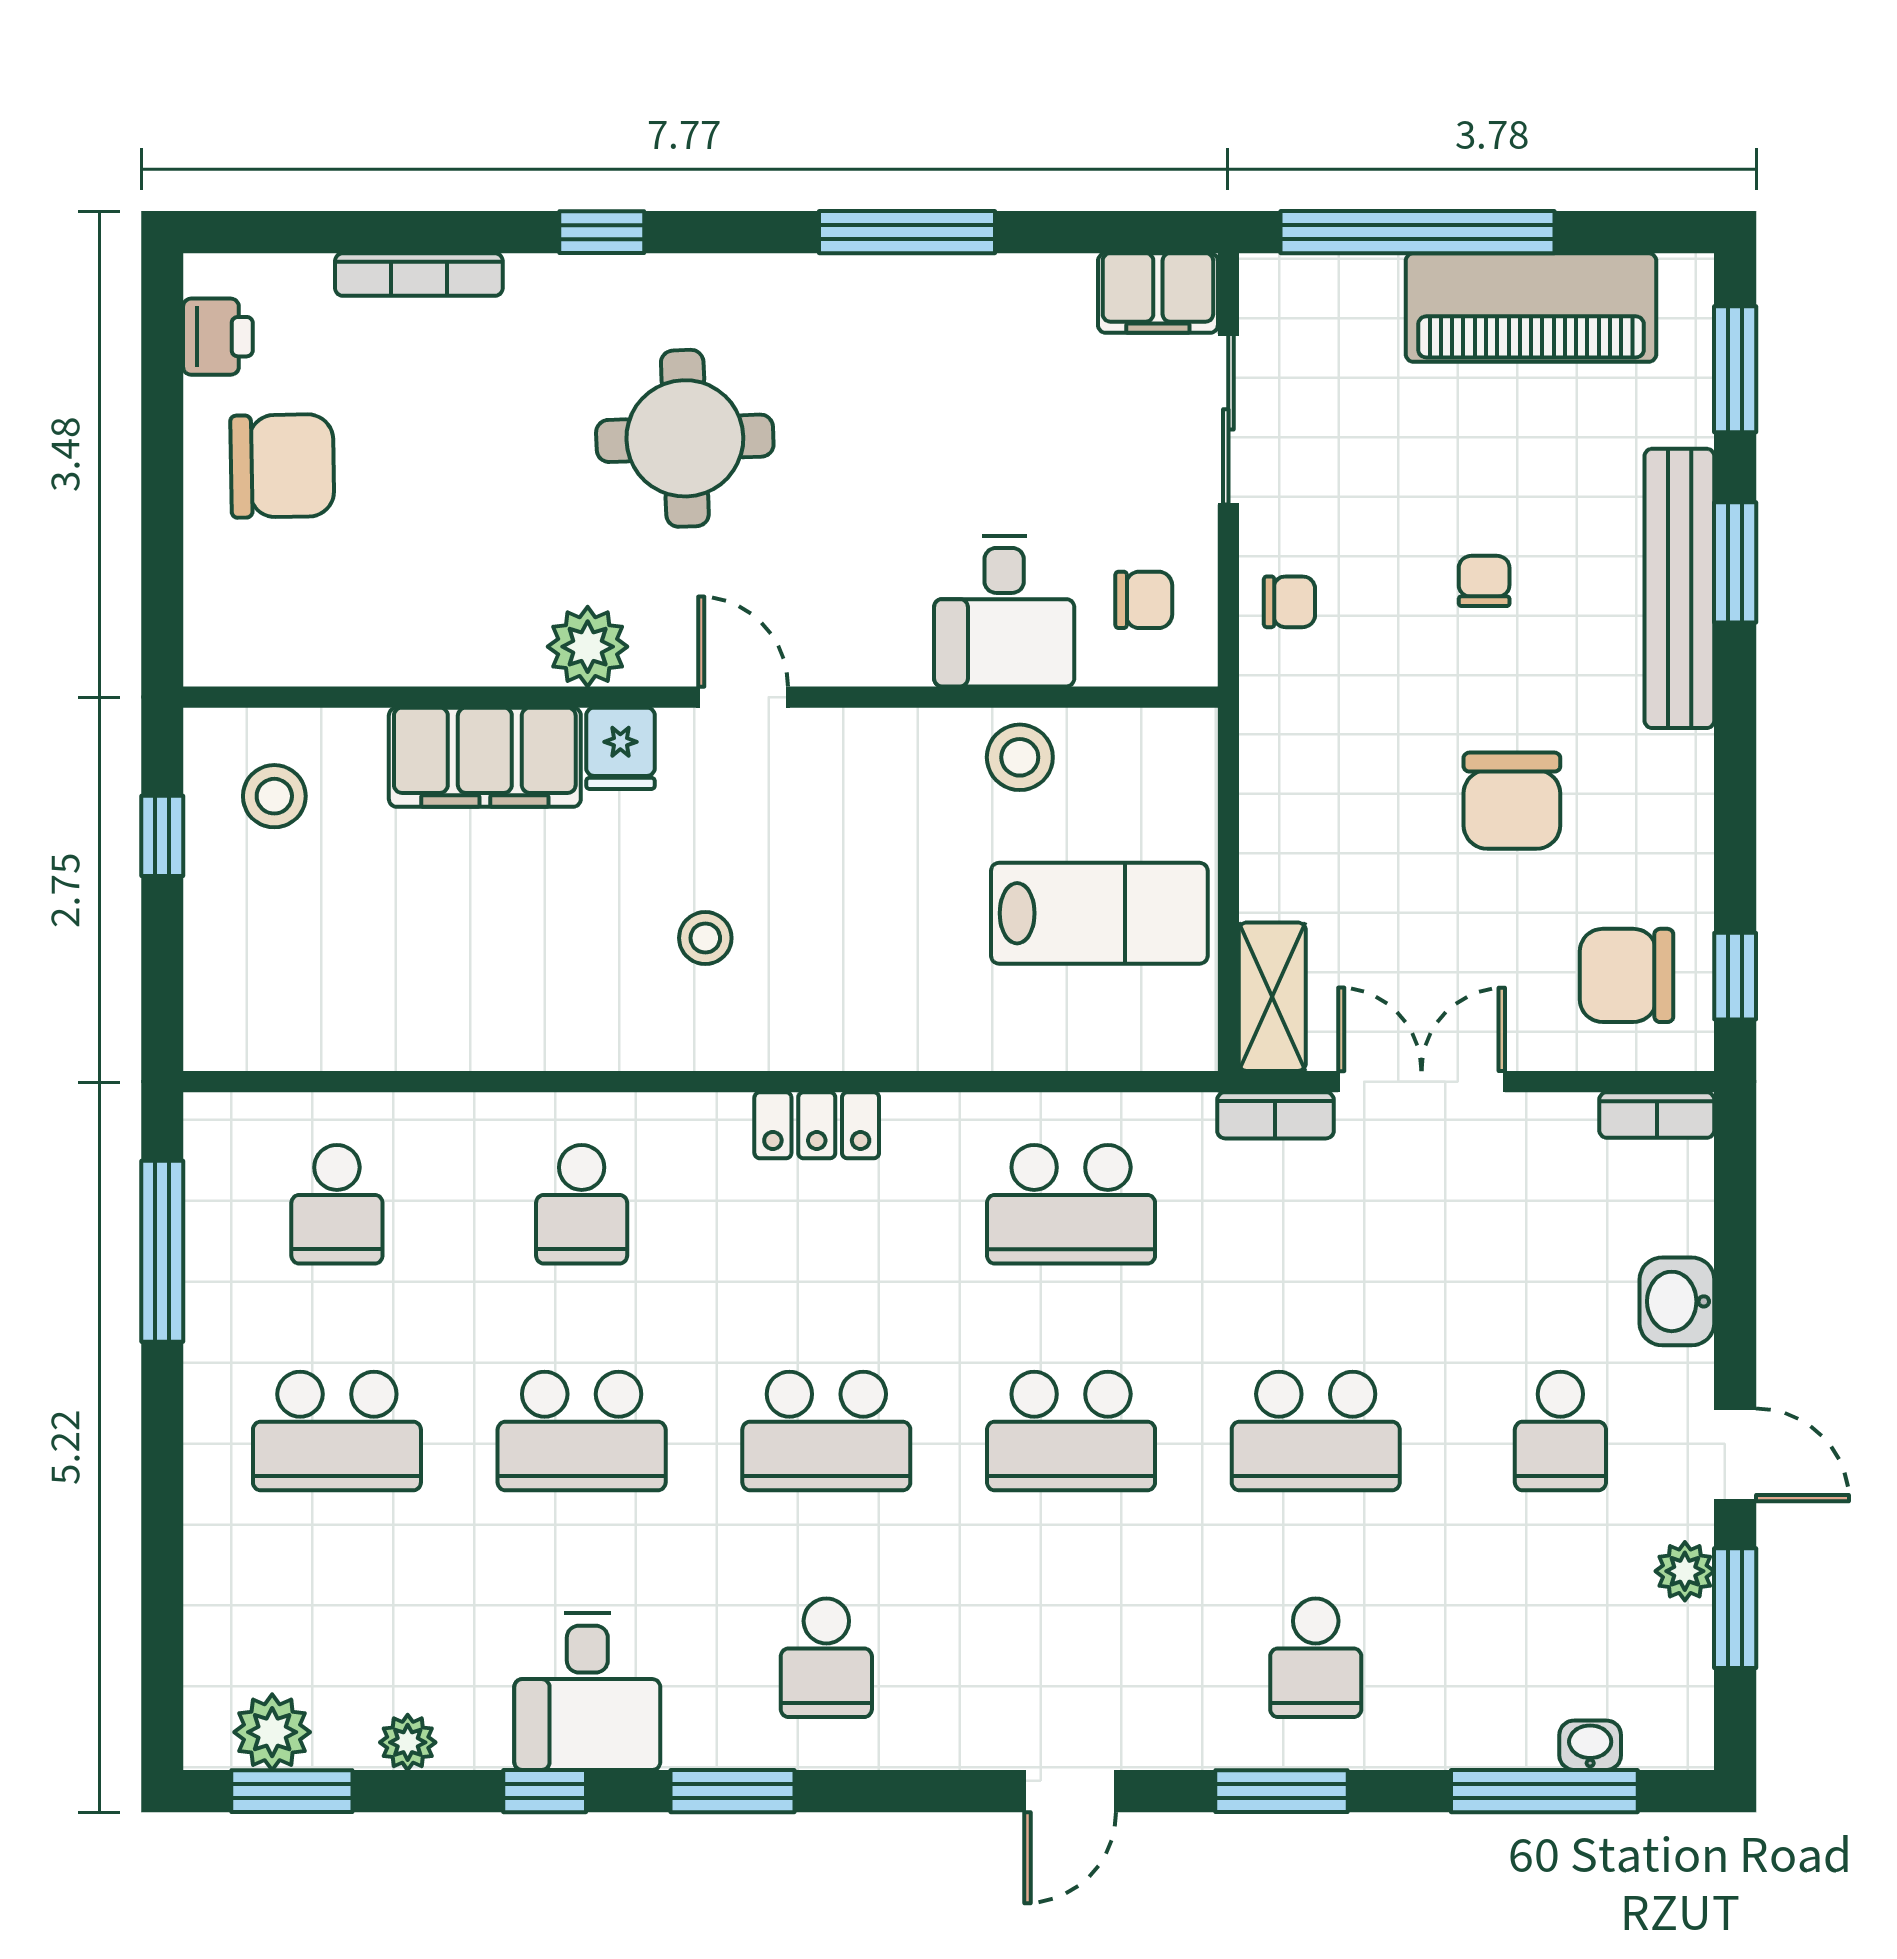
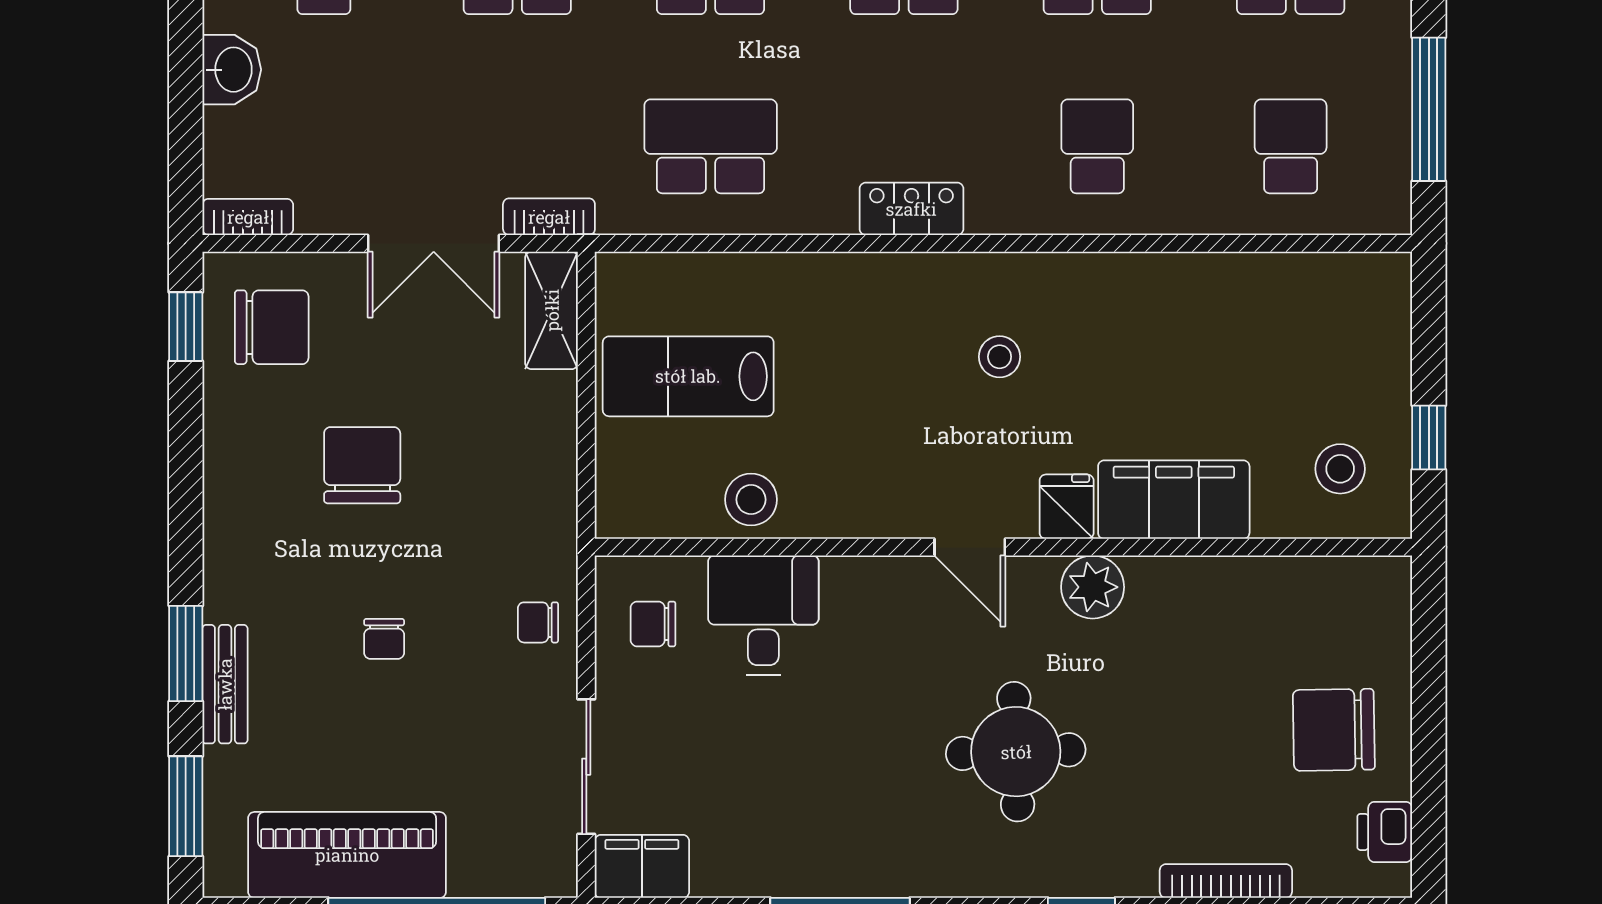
bench: (1679, 588) -> (225, 684), width x0.54, depth x0.82

